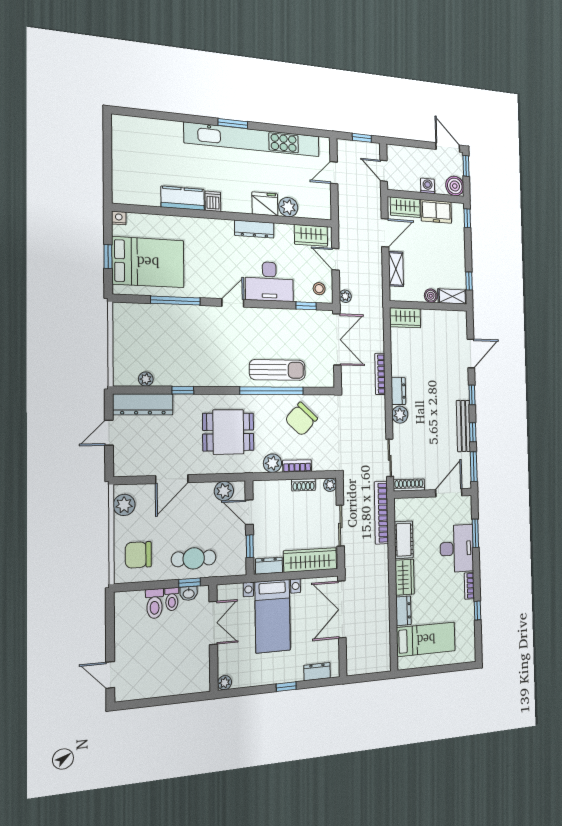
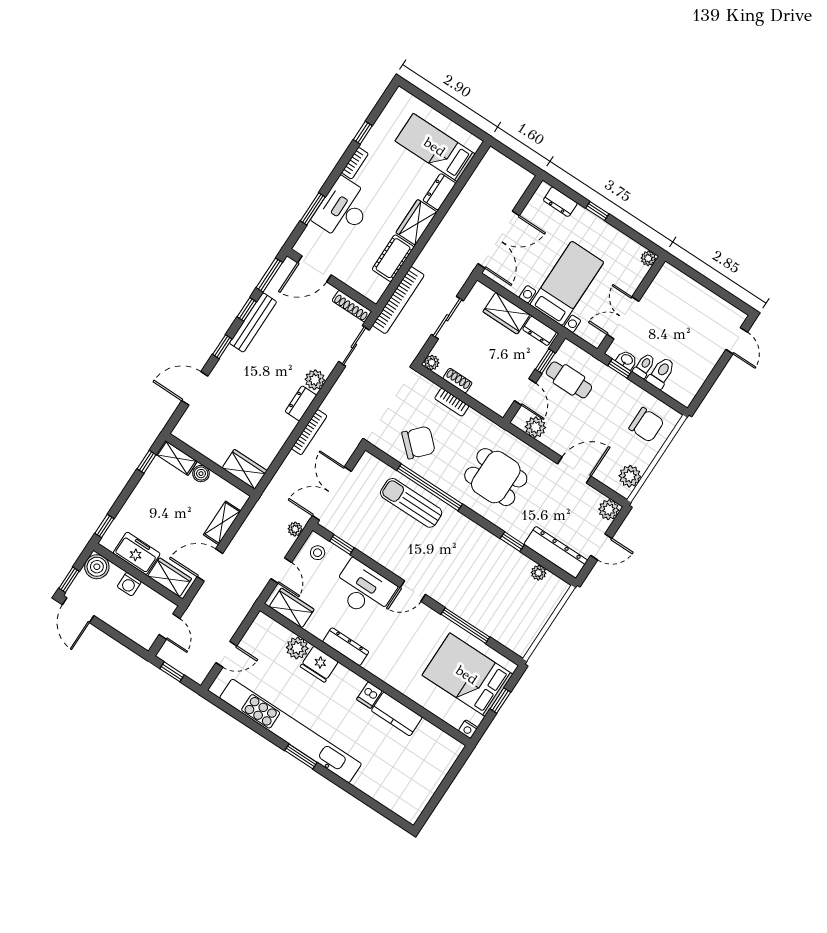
plant: (272, 463) -> (609, 510), moved
cafe table: (194, 558) -> (569, 380), moved
wardrobe: (310, 560) -> (506, 313), width x0.67

